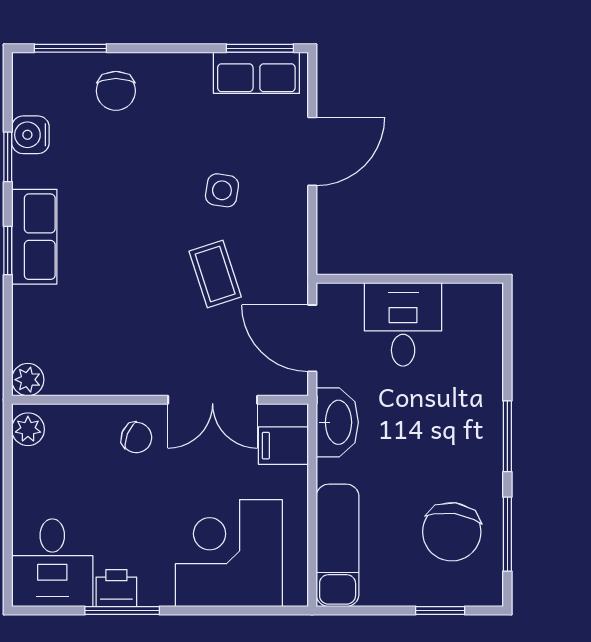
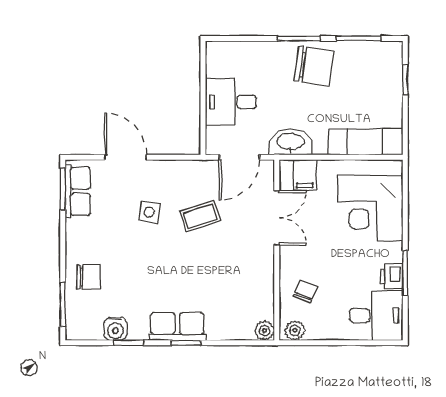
chair: (136, 438) -> (305, 291), moved
chair: (452, 532) -> (314, 66), moved

